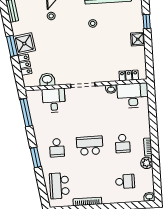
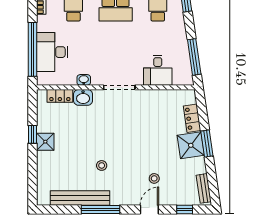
window: (147, 22) -> (33, 134), moved
washbasin: (47, 80) -> (83, 97), moved
desk: (133, 96) -> (52, 52), moved, turned 90
window: (152, 110) -> (33, 49), added

